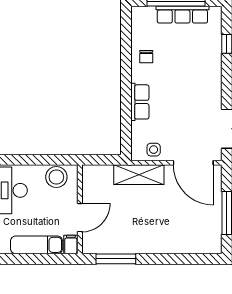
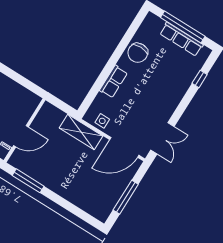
chair: (146, 57) -> (138, 53), width x1.87, depth x1.87
door: (193, 163) -> (124, 147), hinge flipped
stool: (56, 177) -> (22, 98), removed

